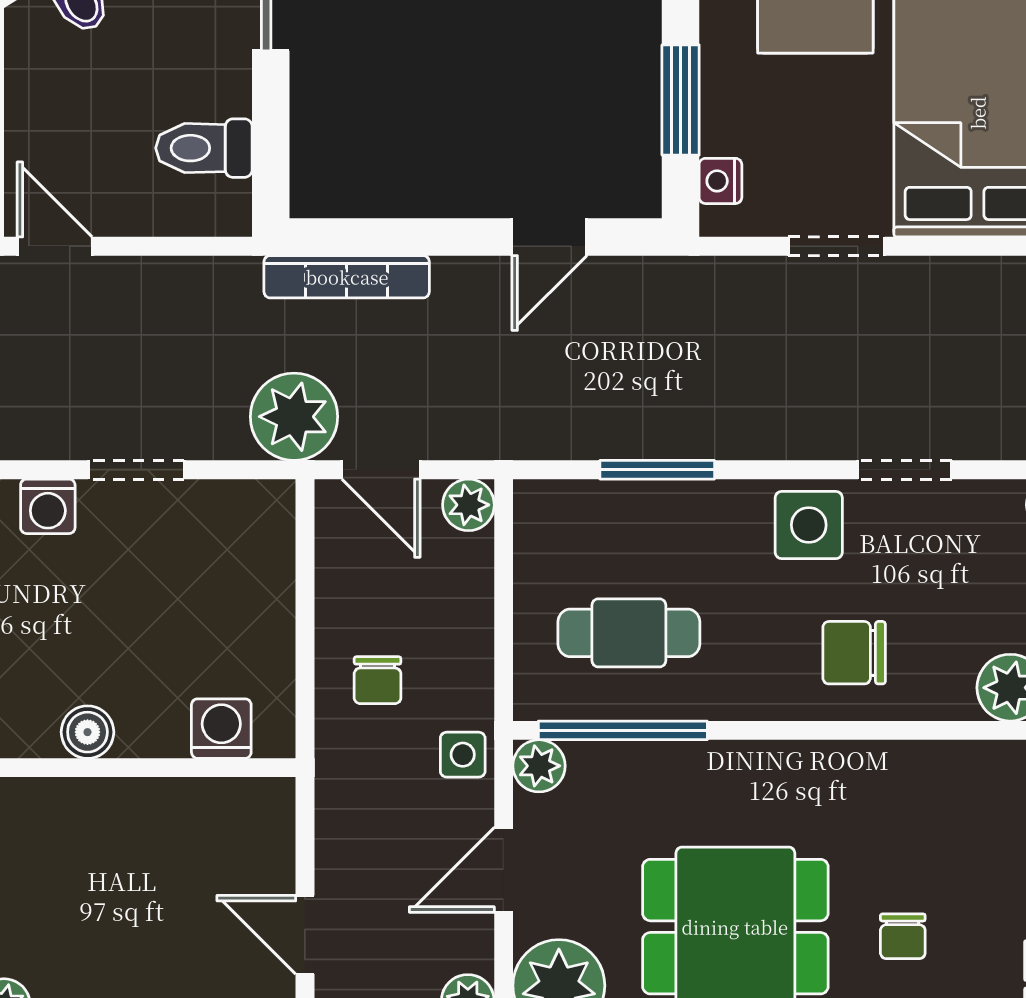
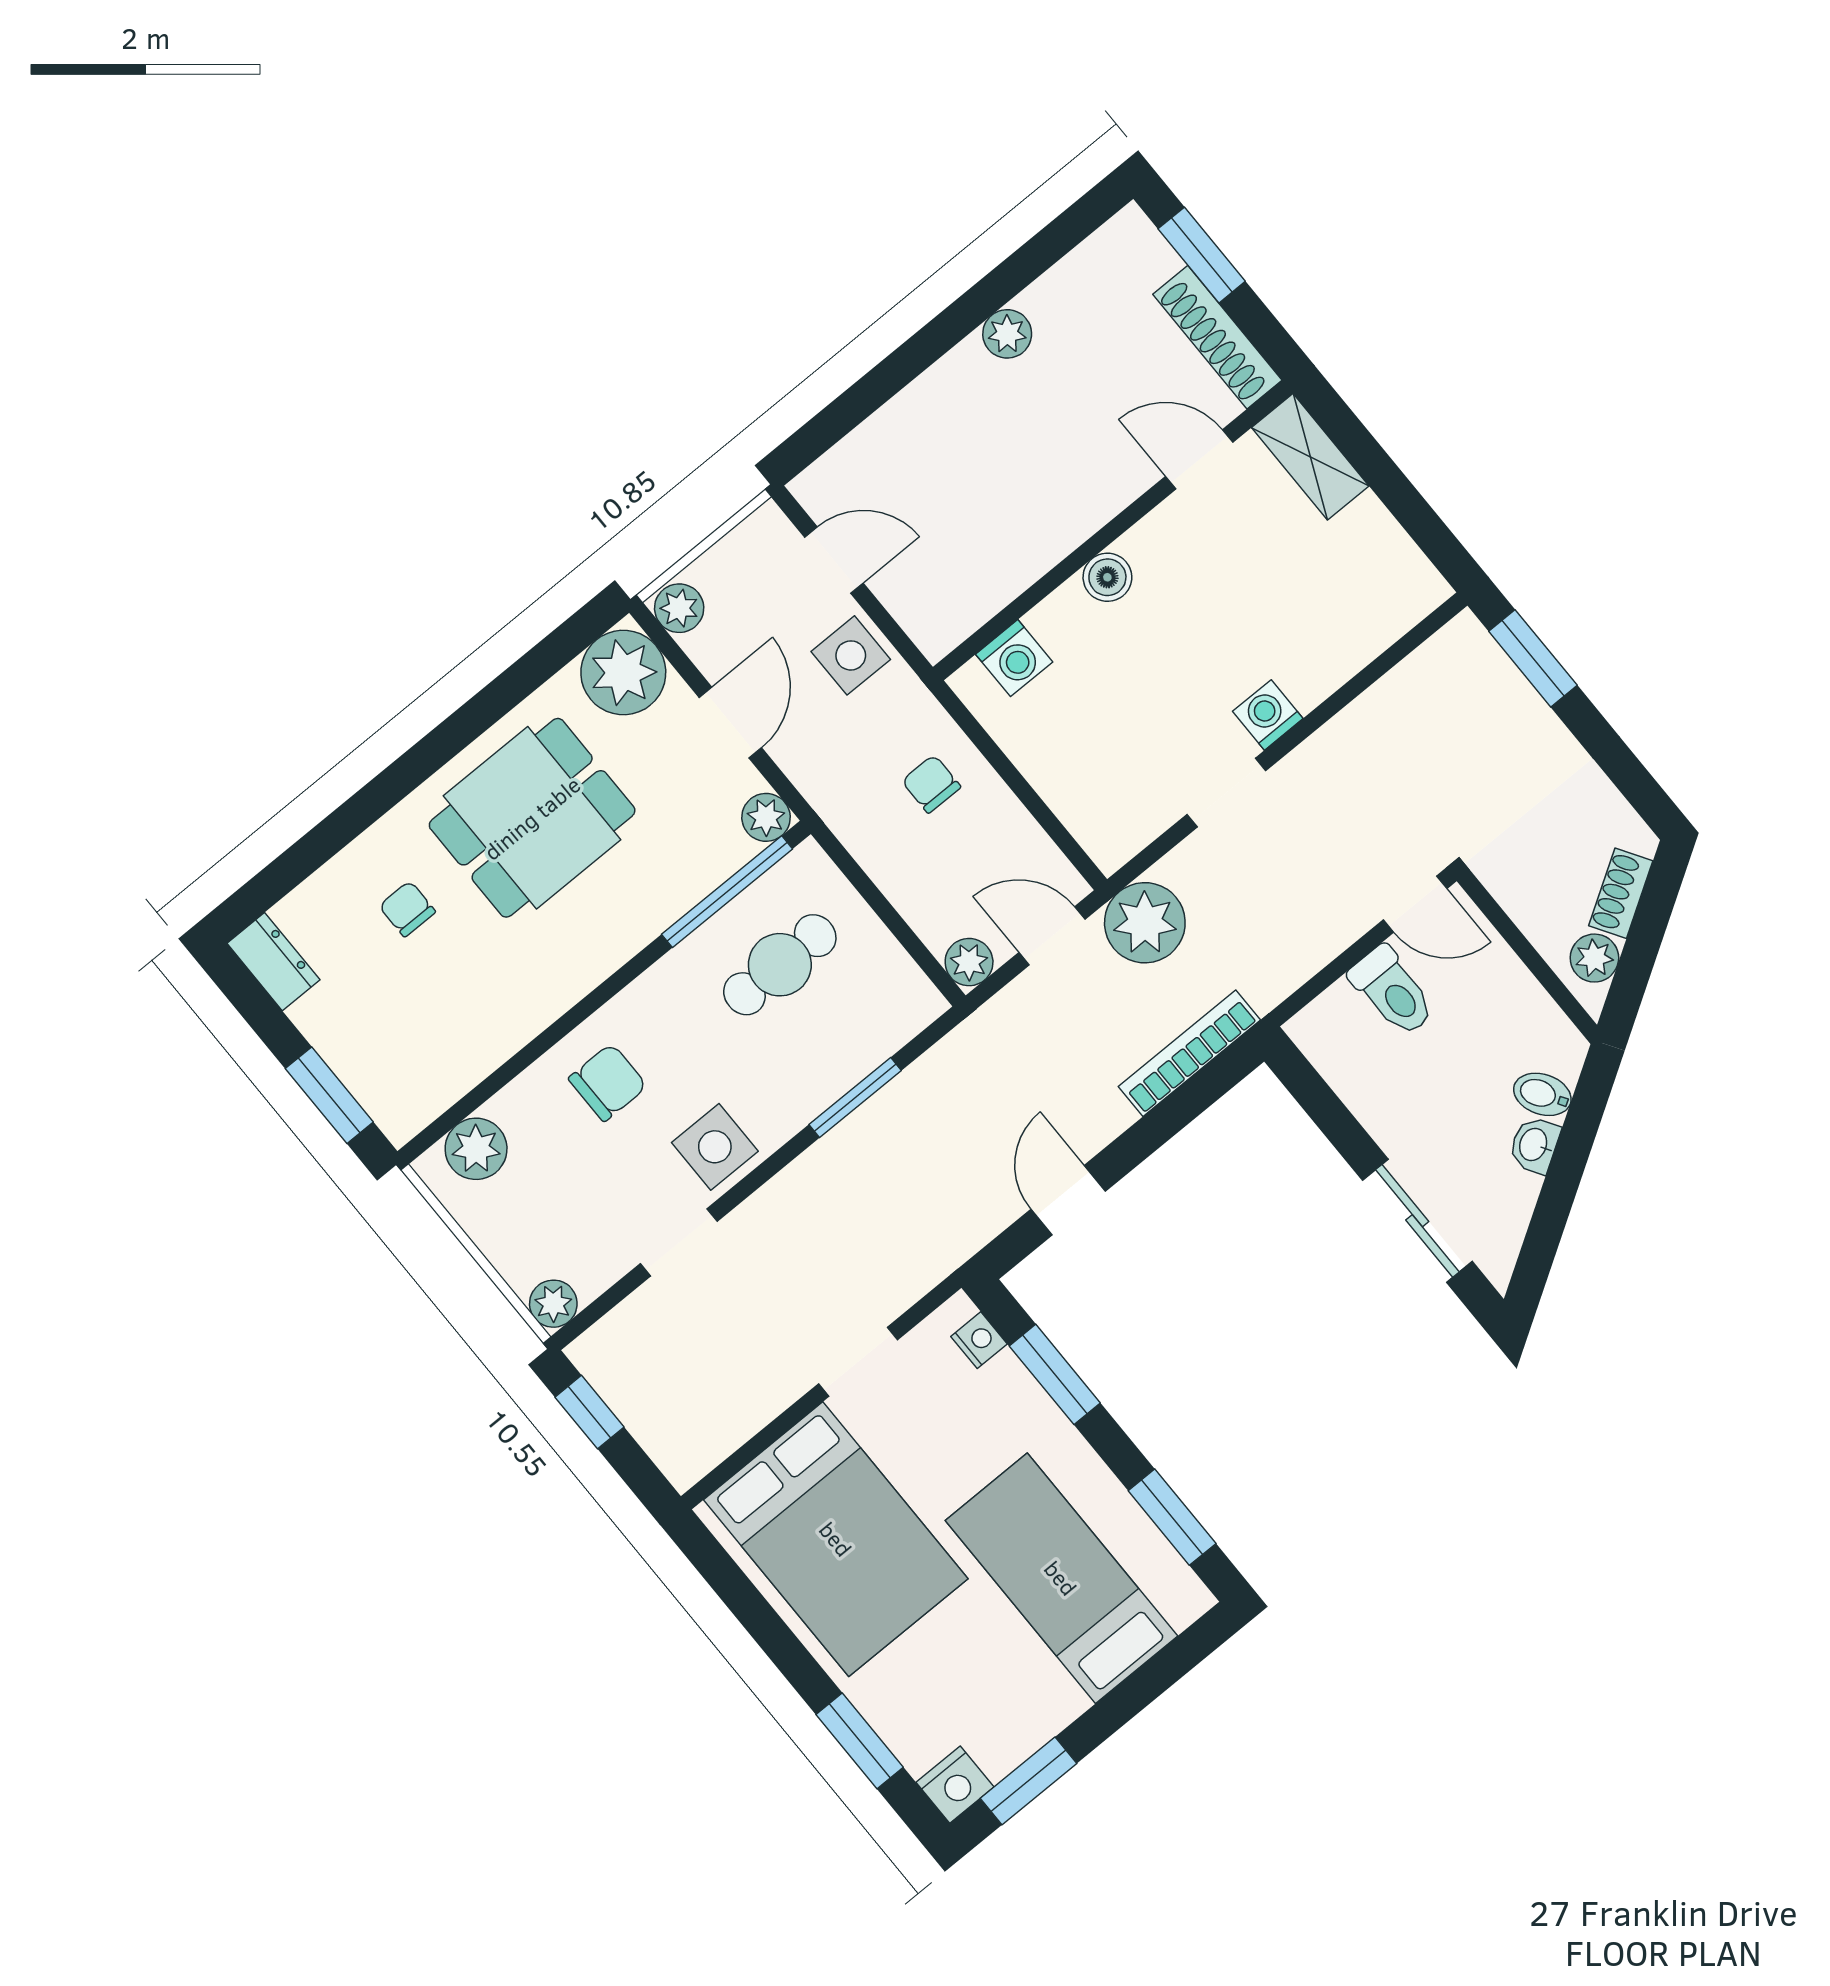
toilet: (204, 148) -> (1393, 991), moved, turned 90
side table: (463, 755) -> (851, 655), moved, width x1.37, depth x1.37

